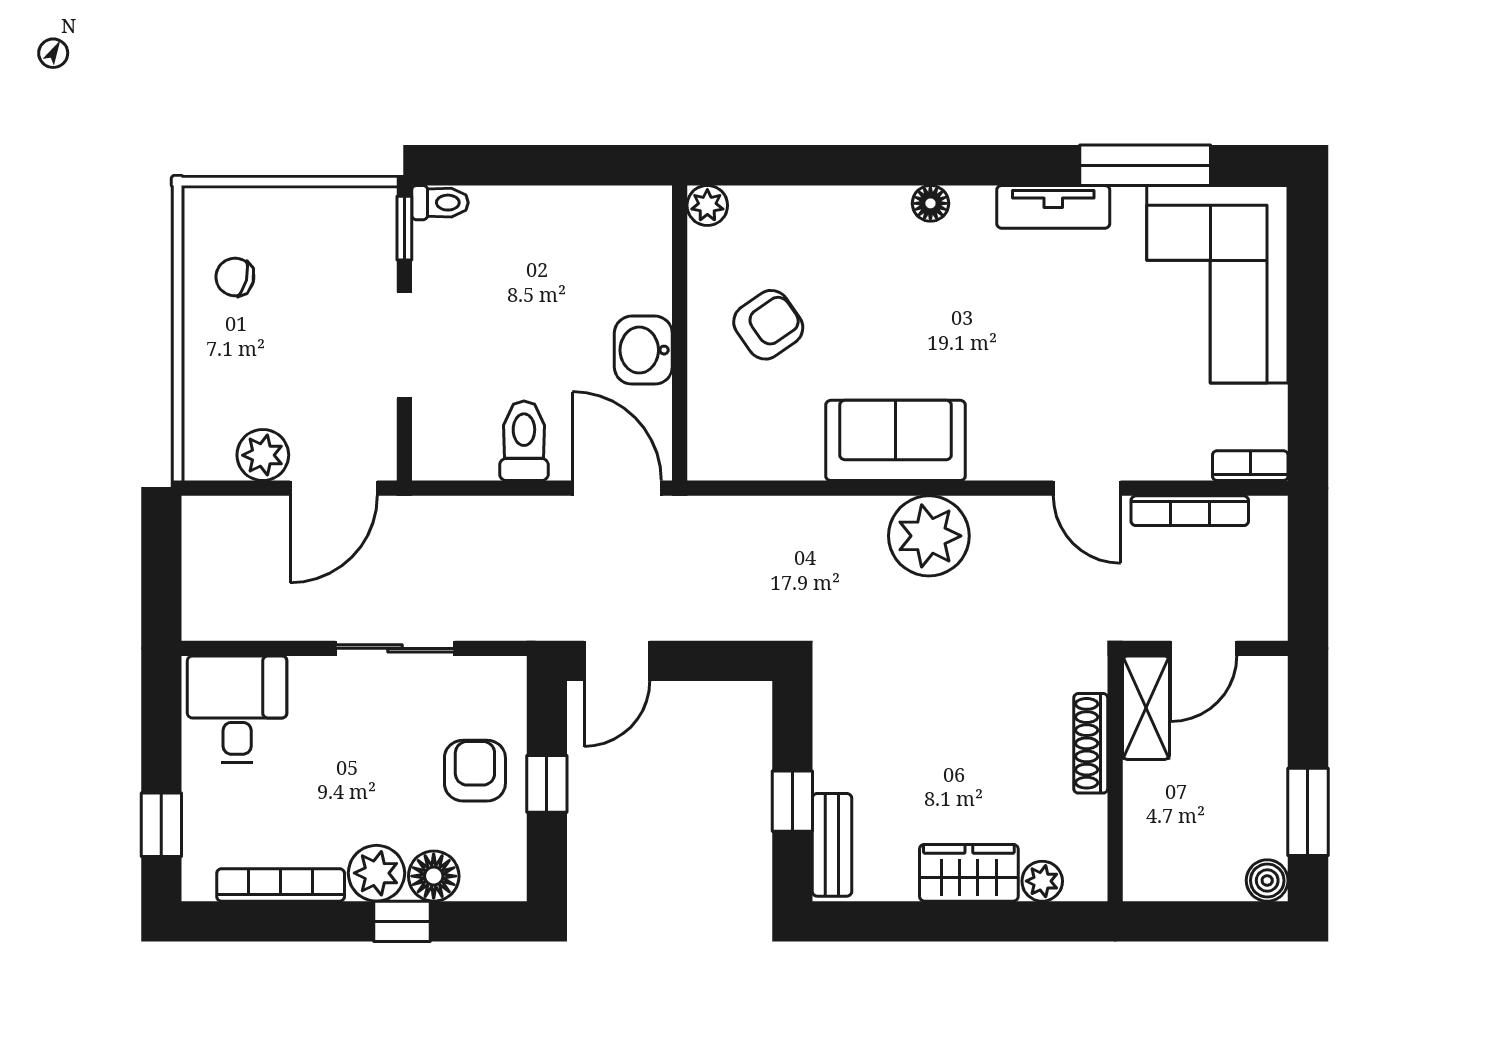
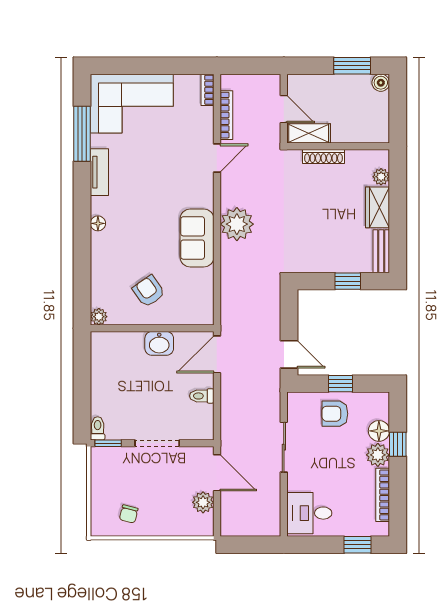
toilet: (524, 441) -> (202, 396), width x0.73, depth x0.72
bench: (832, 845) -> (381, 251), moved, turned 90

